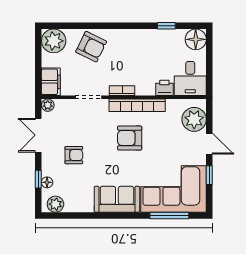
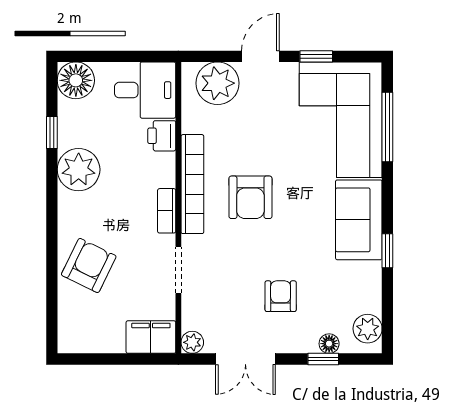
plant: (54, 41) -> (79, 170), moved
window: (99, 215) -> (387, 251), added

